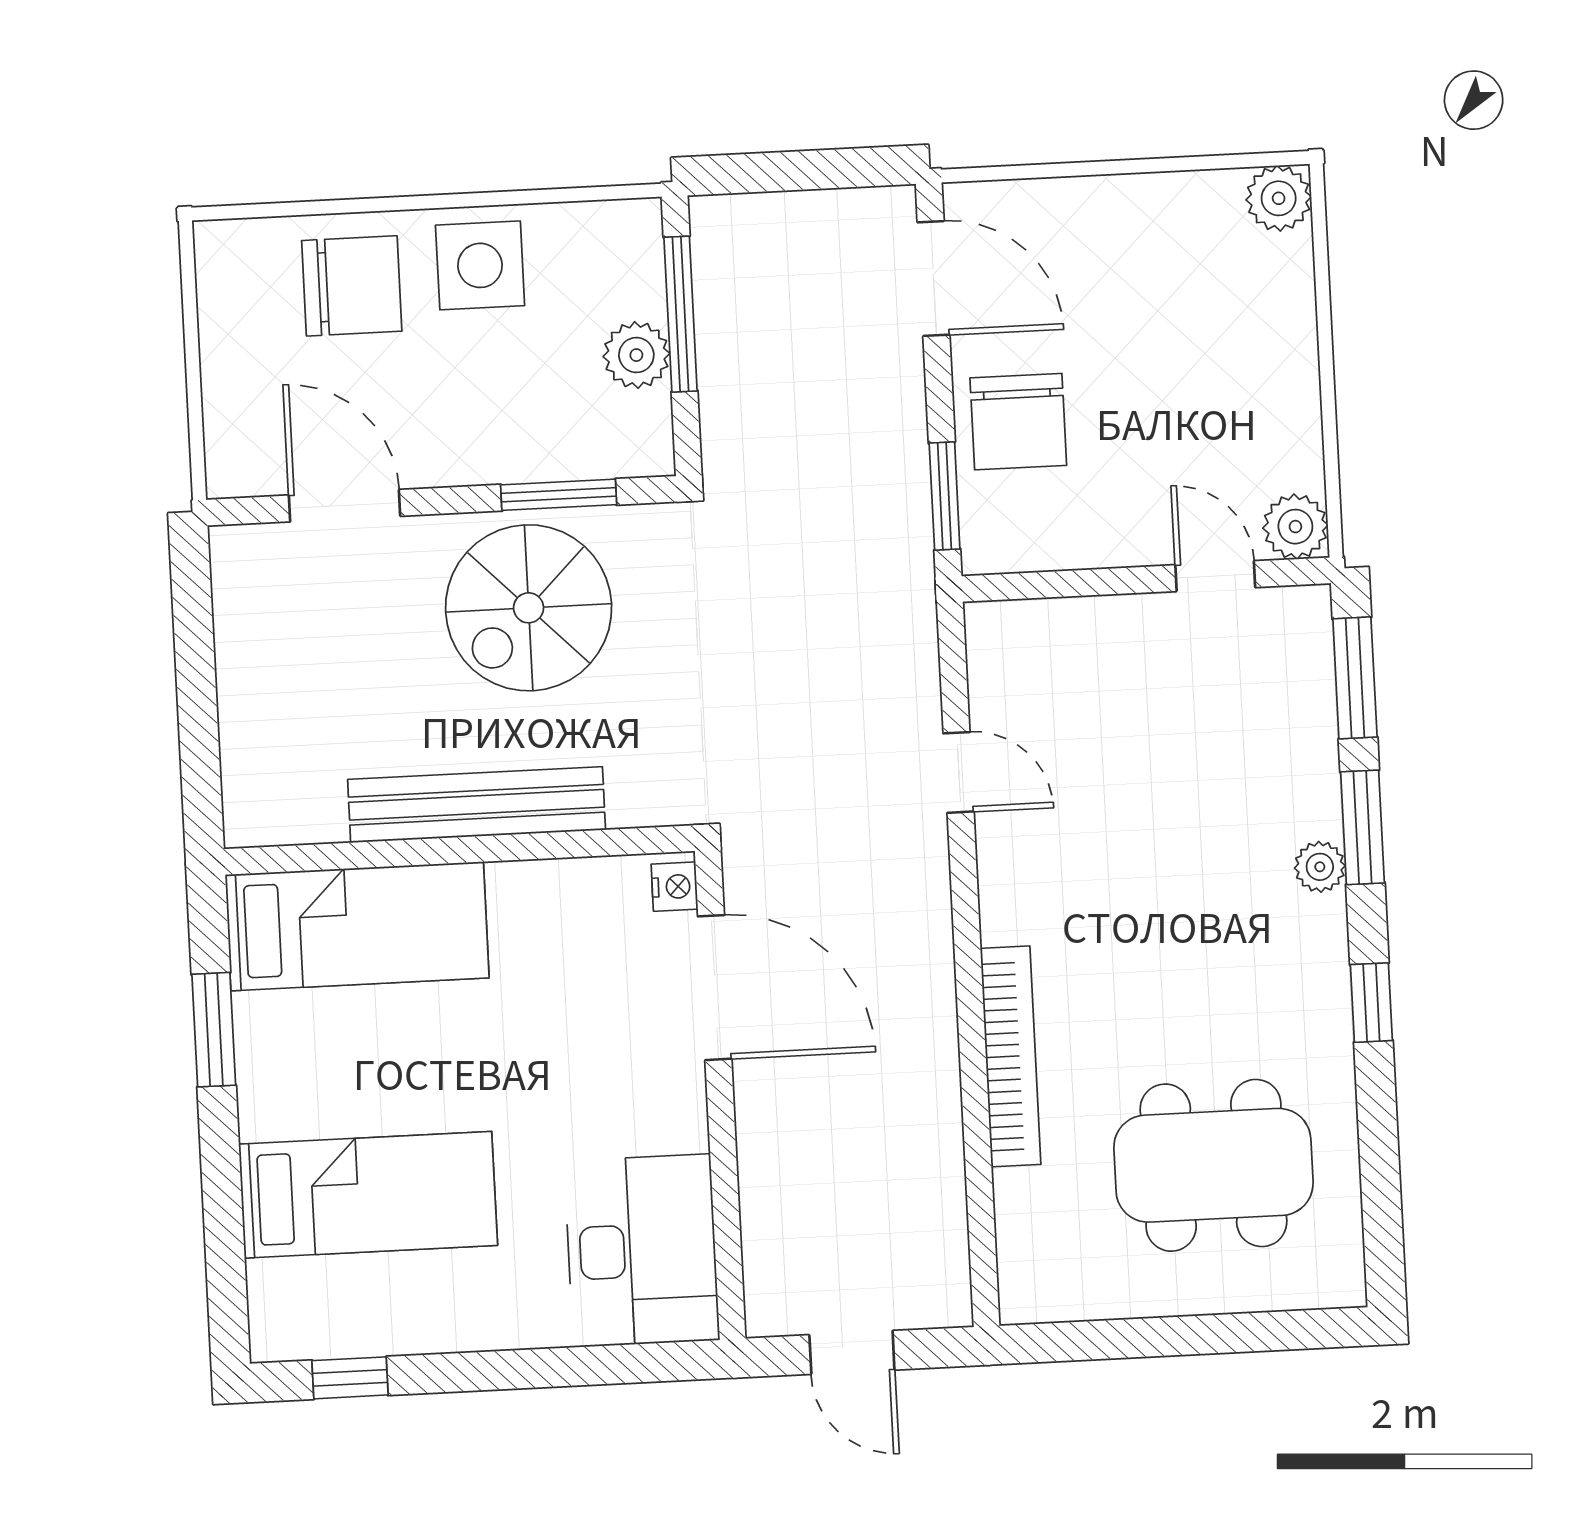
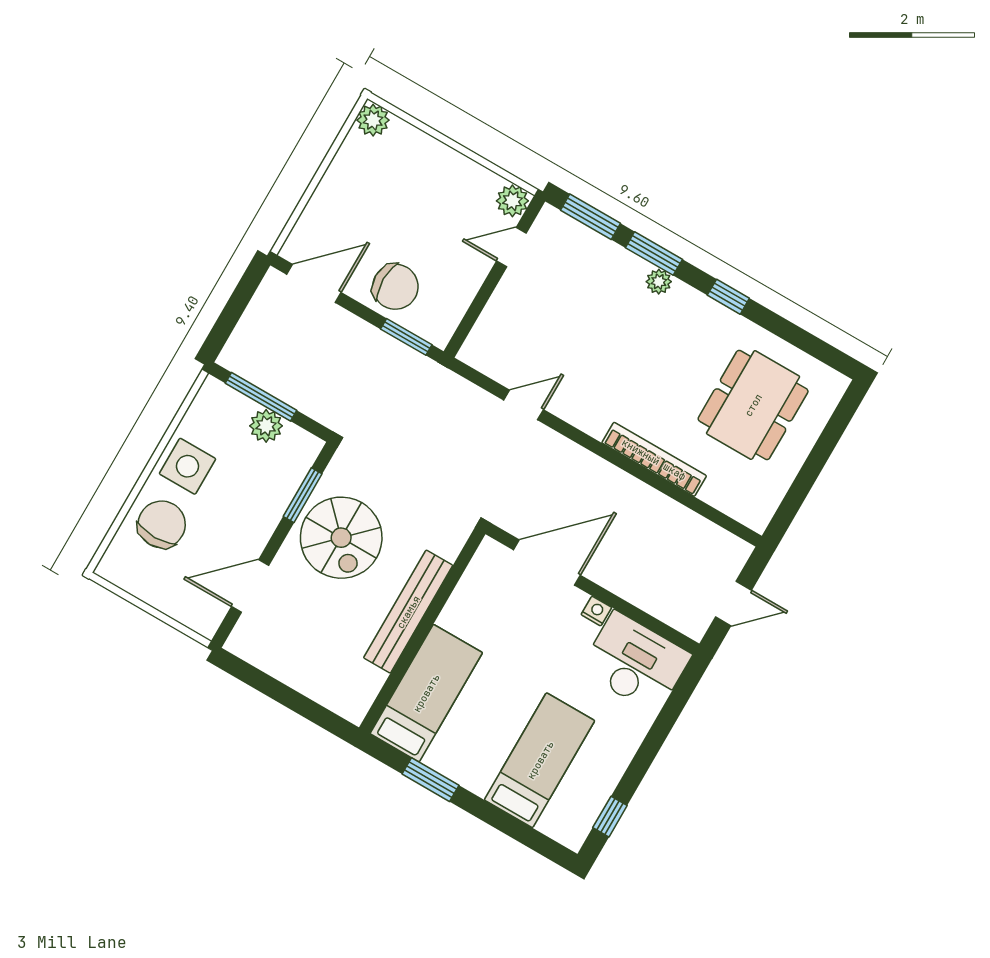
nightstand: (675, 887) -> (596, 611), moved

